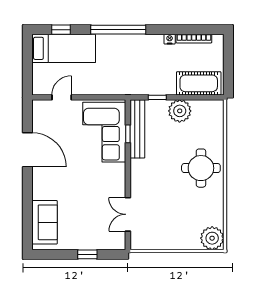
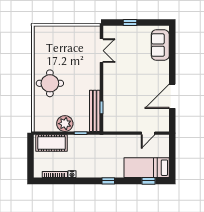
window: (118, 30) -> (108, 181), width x0.32
corner sofa: (104, 132) -> (118, 109), removed
door: (27, 150) -> (172, 96), hinge flipped
plant: (212, 238) -> (42, 34), removed

